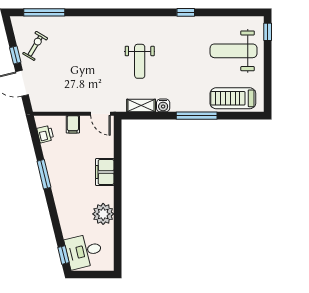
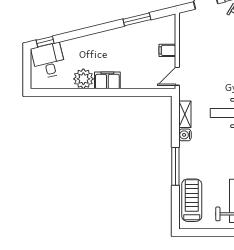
printer: (45, 134) -> (158, 25), removed
filing cabinet: (105, 172) -> (107, 80), moved
window: (44, 174) -> (137, 19), moved

